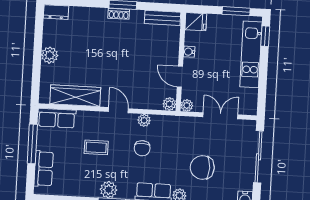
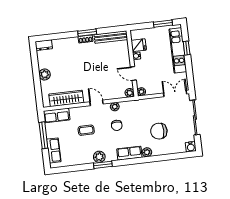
bench: (163, 18) -> (111, 37), width x1.36
fridge: (196, 22) -> (139, 45), moved
window: (265, 36) -> (187, 48), moved
double door: (220, 116) -> (175, 94), moved

